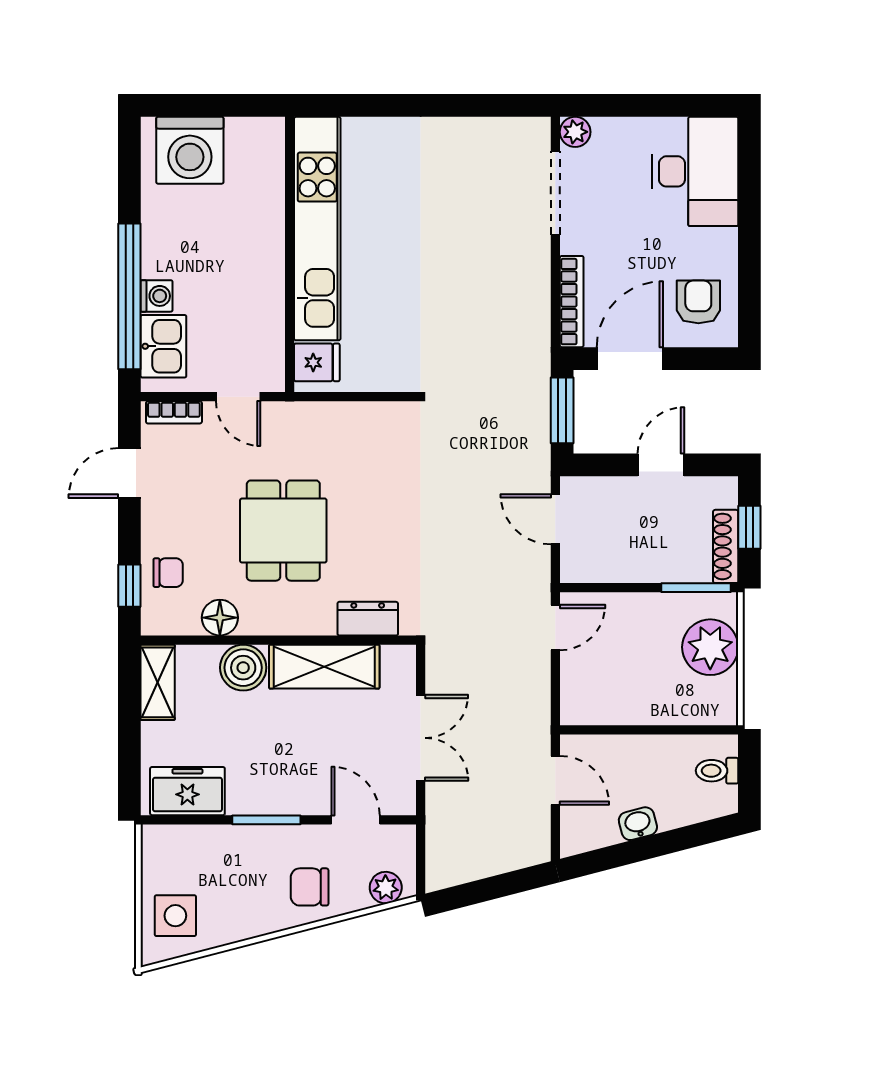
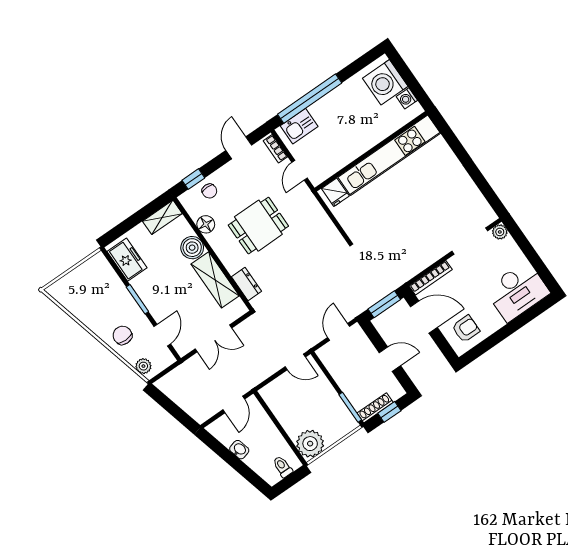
washing machine: (157, 296) -> (407, 98), moved, turned 90
door: (129, 473) -> (239, 148), hinge flipped
plant: (710, 647) -> (310, 444), moved
side table: (175, 916) -> (74, 289), removed

